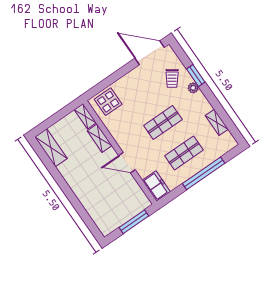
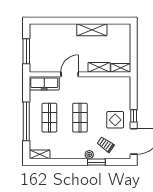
window: (124, 70) -> (134, 116), added
display table: (108, 102) -> (115, 120), moved
shelving: (217, 122) -> (40, 154), moved
shelving: (51, 148) -> (92, 30), moved
freezer: (156, 186) -> (44, 83), width x1.40

